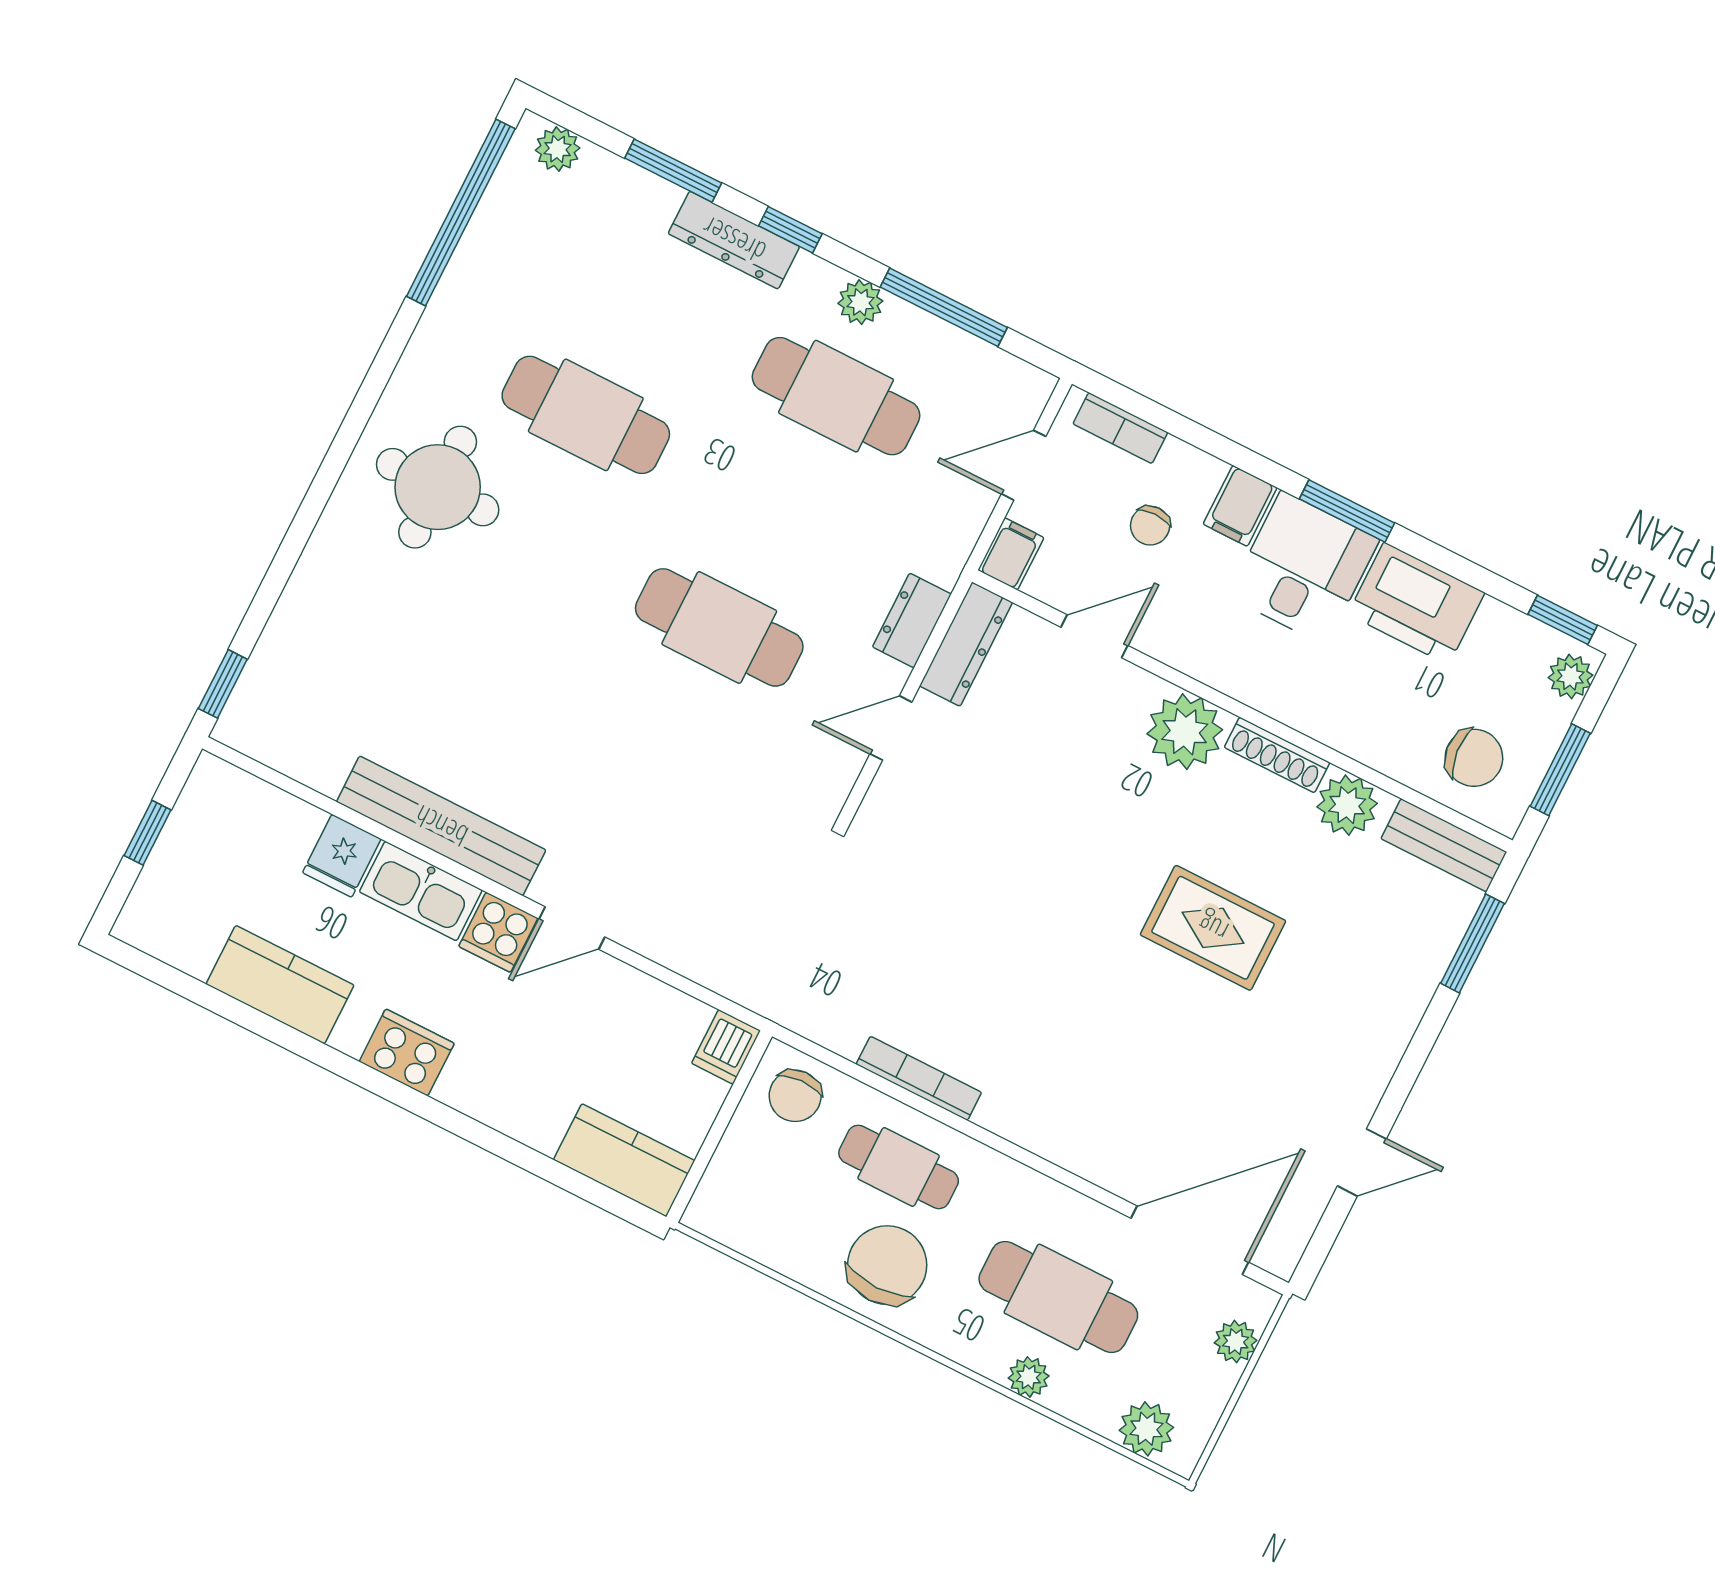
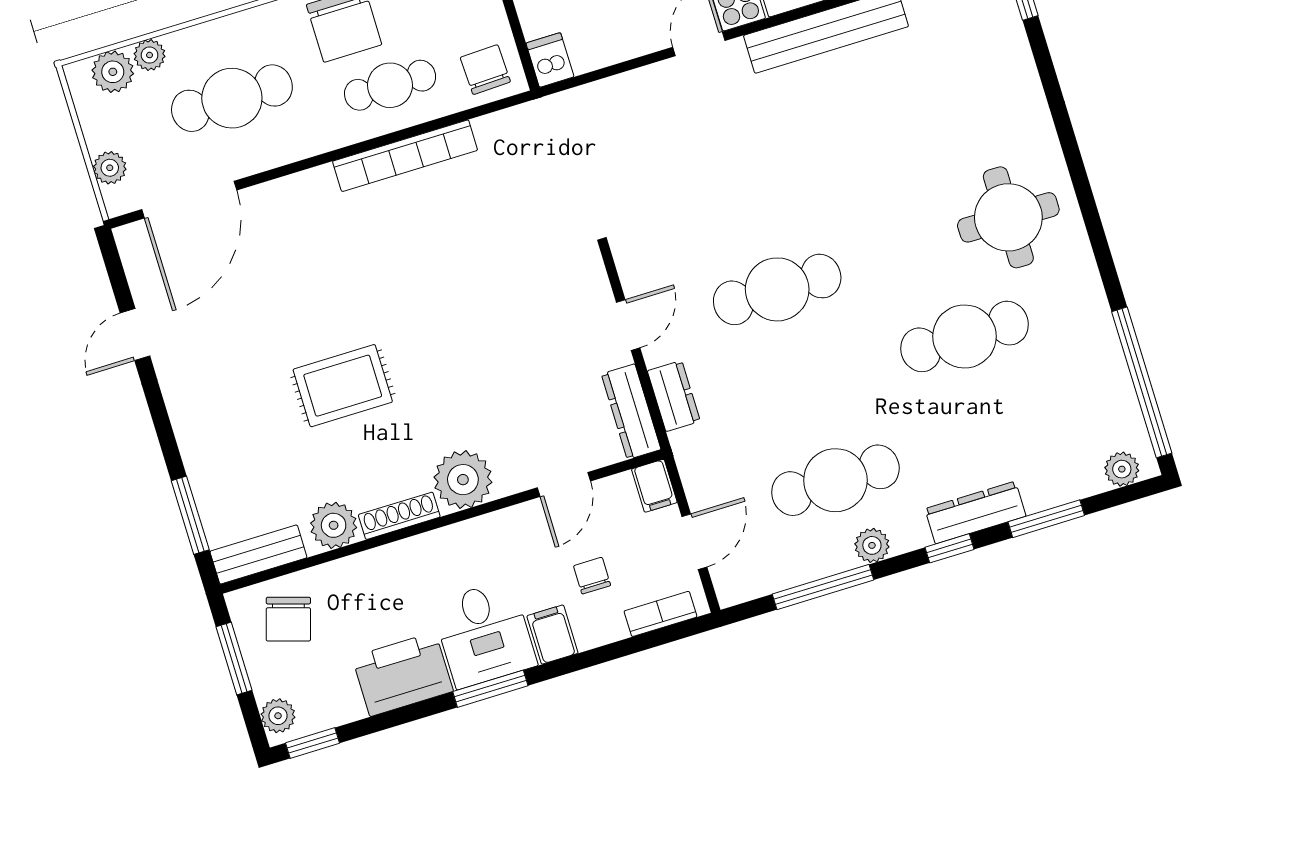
chair: (1474, 758) -> (288, 619), turned -68
bookcase: (919, 1078) -> (405, 156), width x1.48, depth x1.31
plant: (1029, 1377) -> (150, 55), moved

